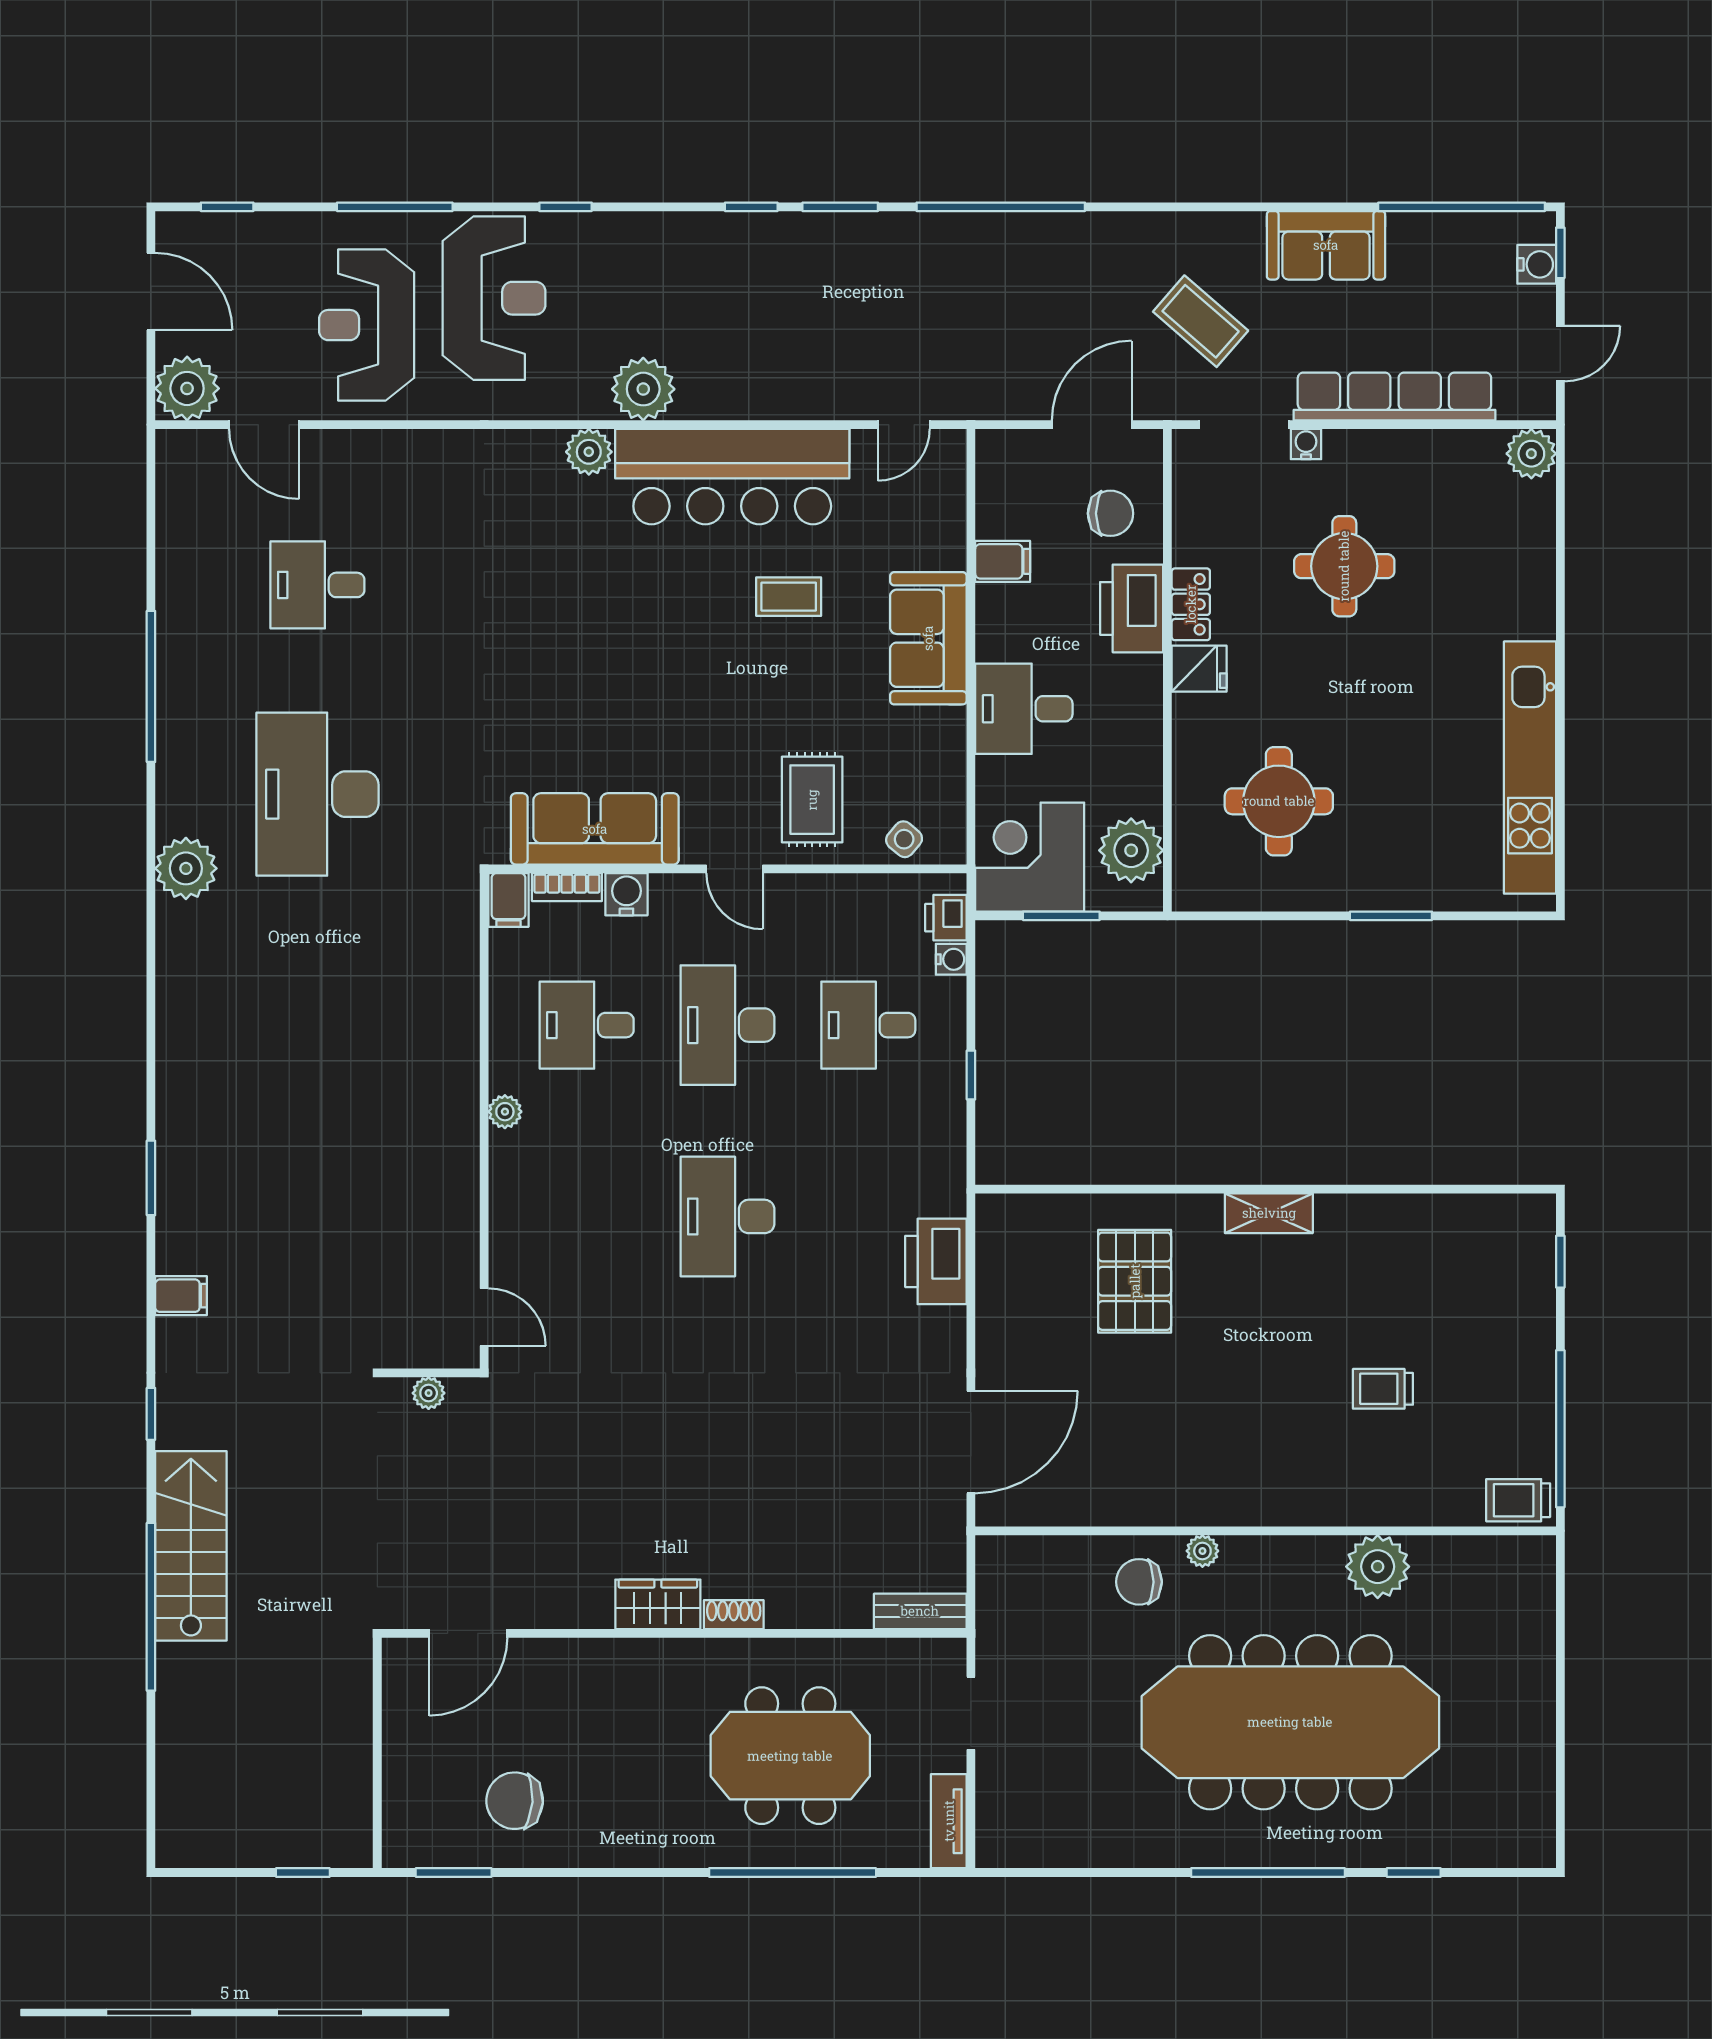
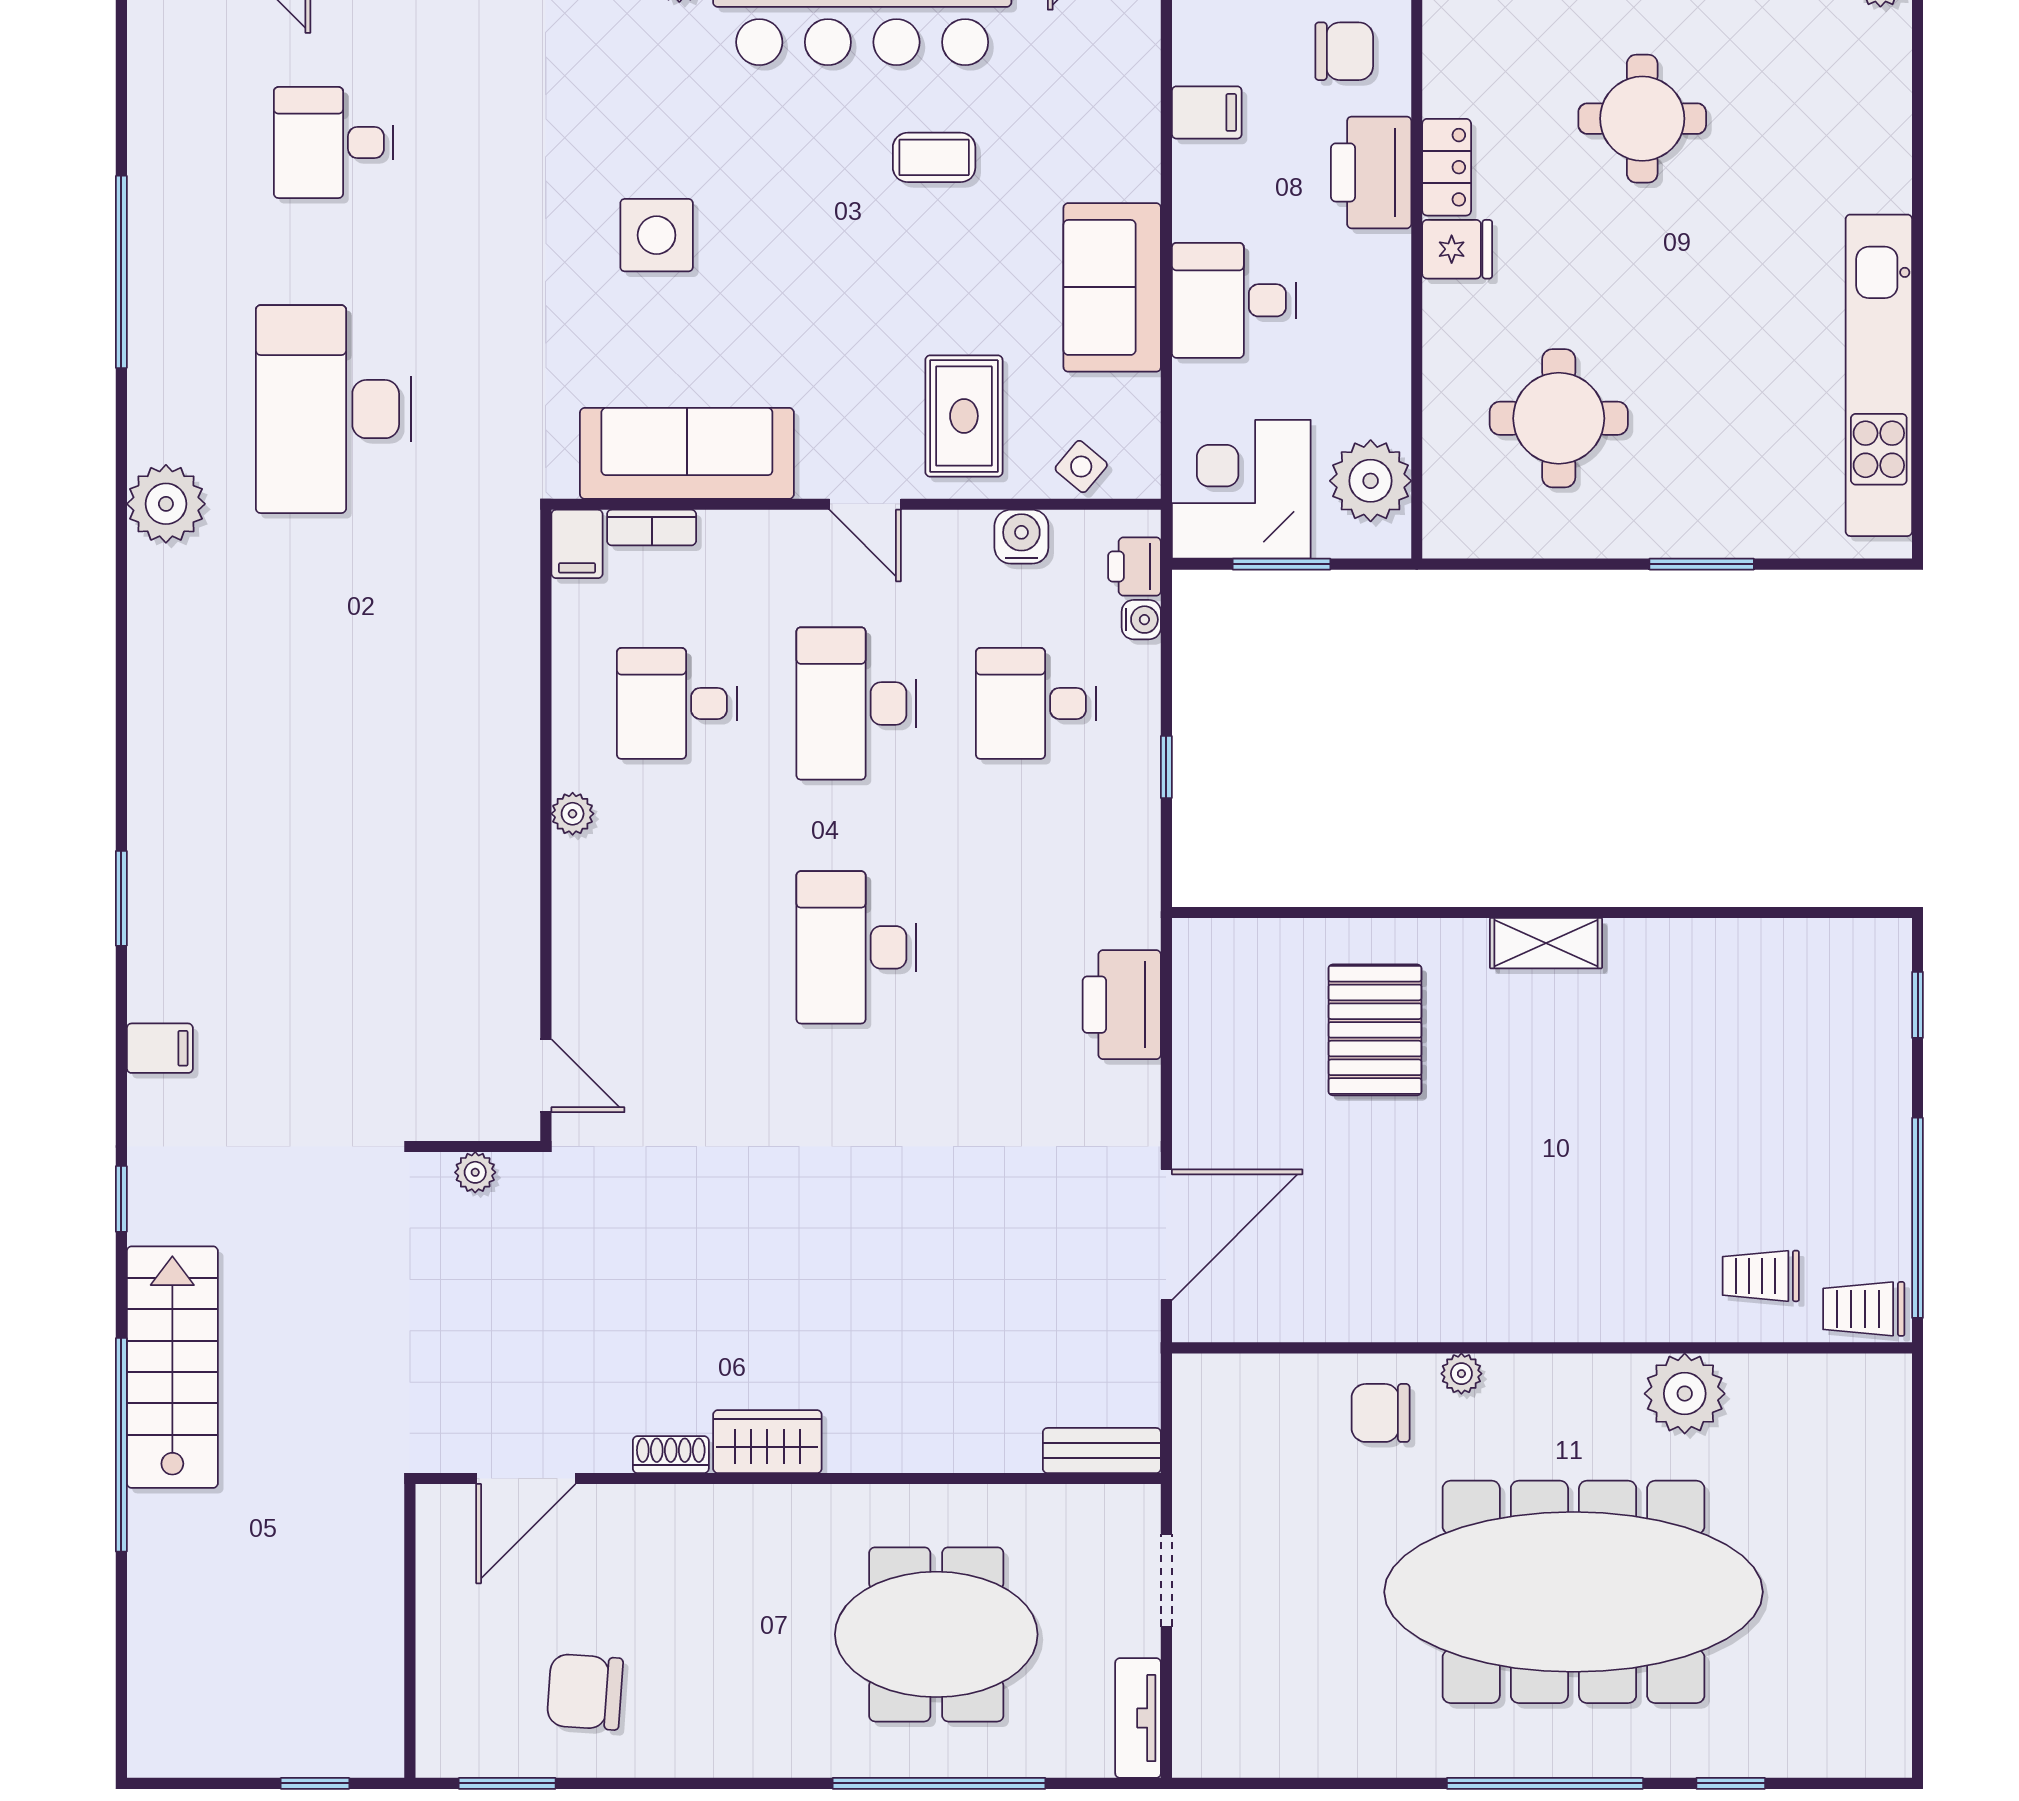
sofa: (928, 638) -> (1112, 287), moved
side table: (571, 658) -> (657, 235), added
water cooler: (626, 894) -> (1021, 537), moved
trolley: (1383, 1389) -> (1761, 1276), moved
shoe rack: (734, 1615) -> (671, 1455), moved

